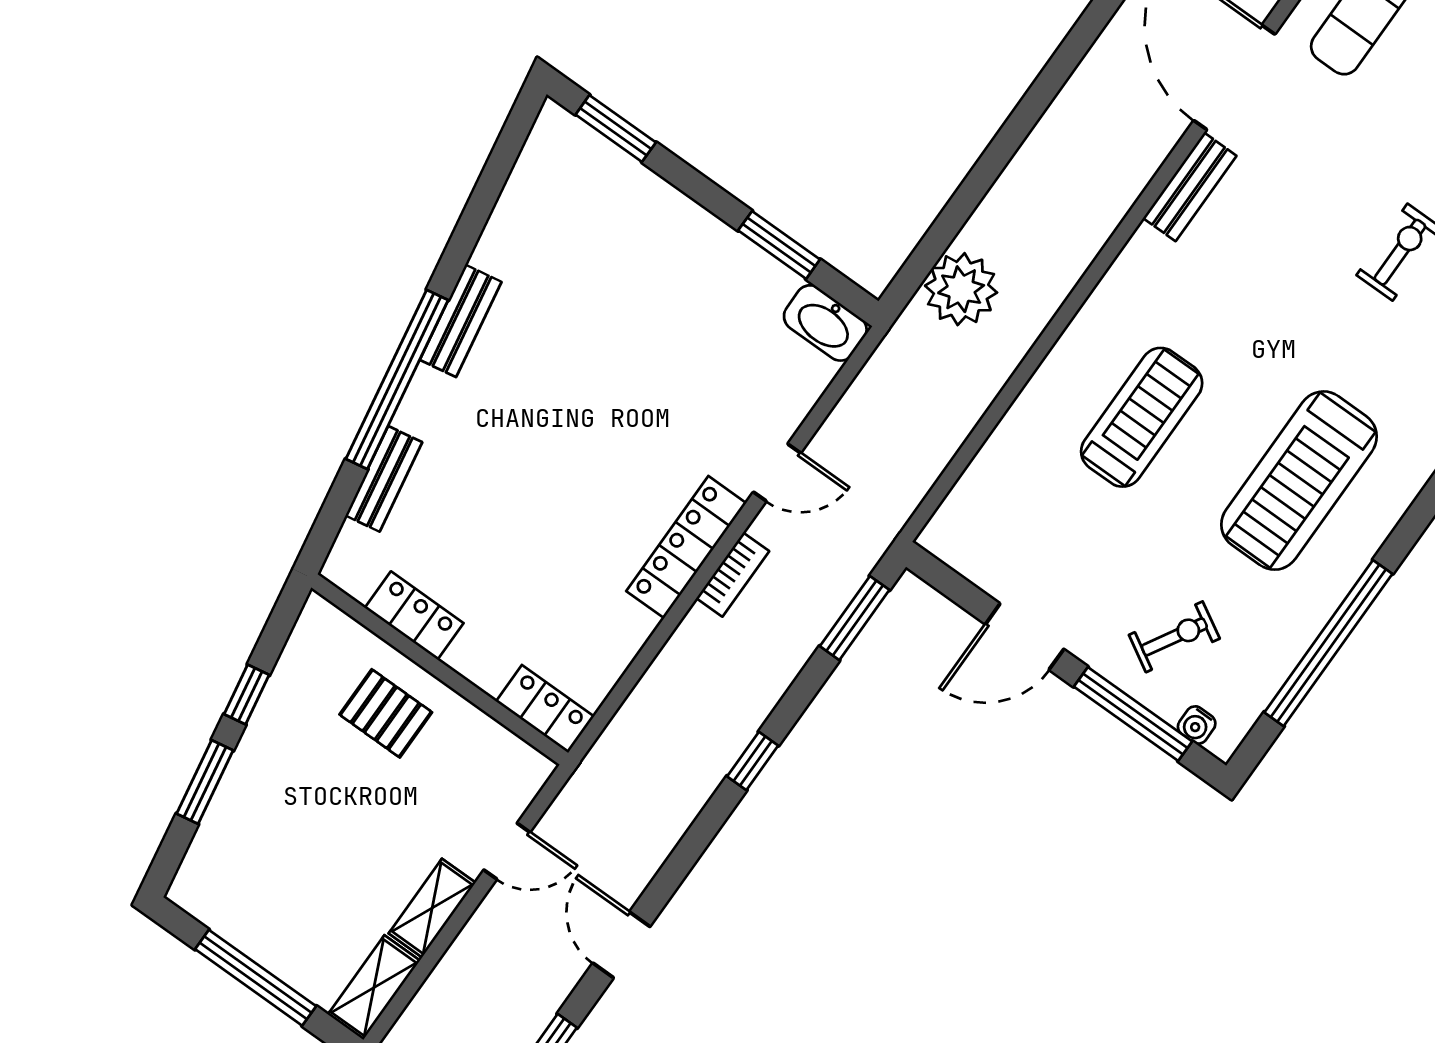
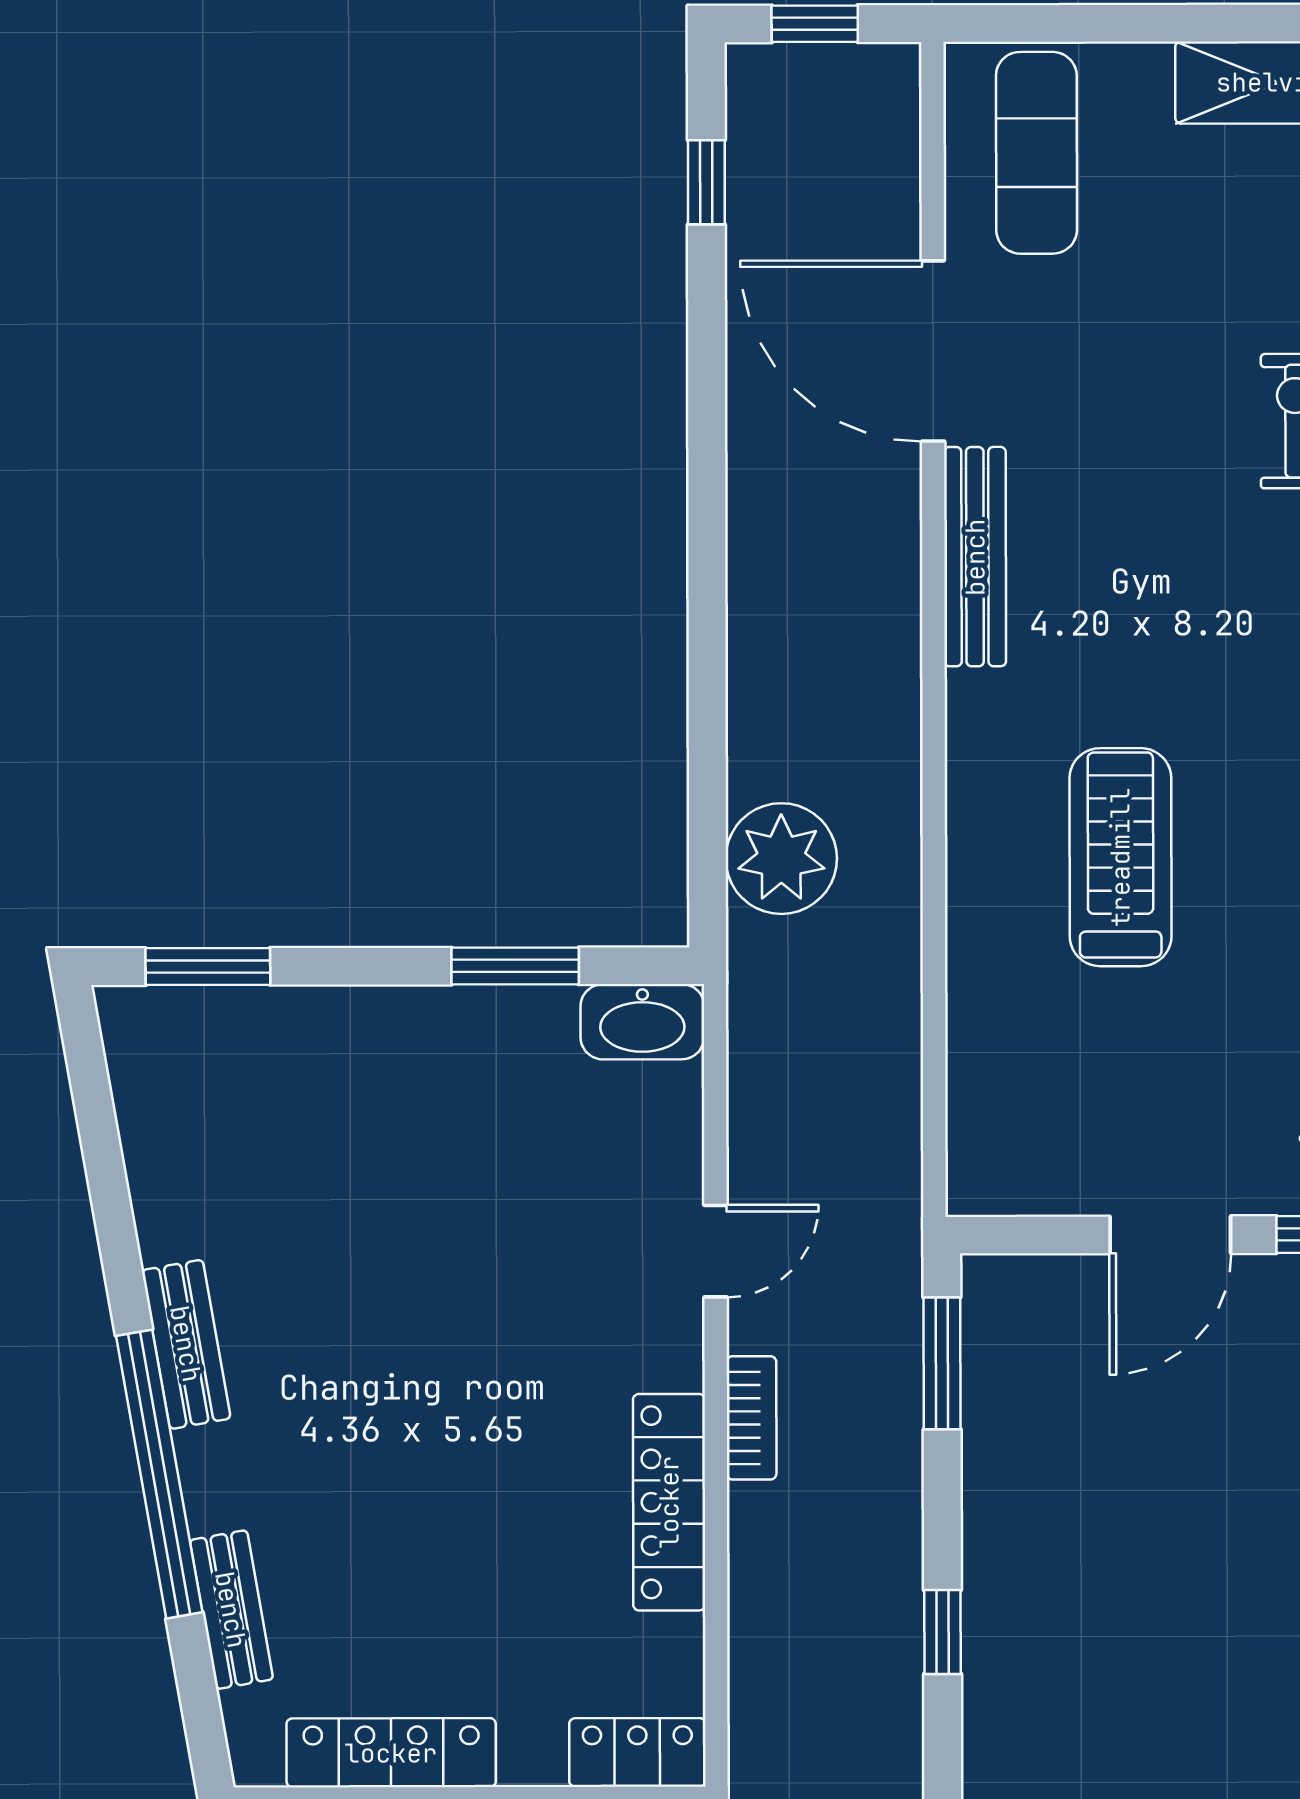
bench: (1190, 187) -> (975, 557), width x1.36
locker: (686, 547) -> (669, 1502), moved
locker: (414, 615) -> (391, 1753), width x1.53

